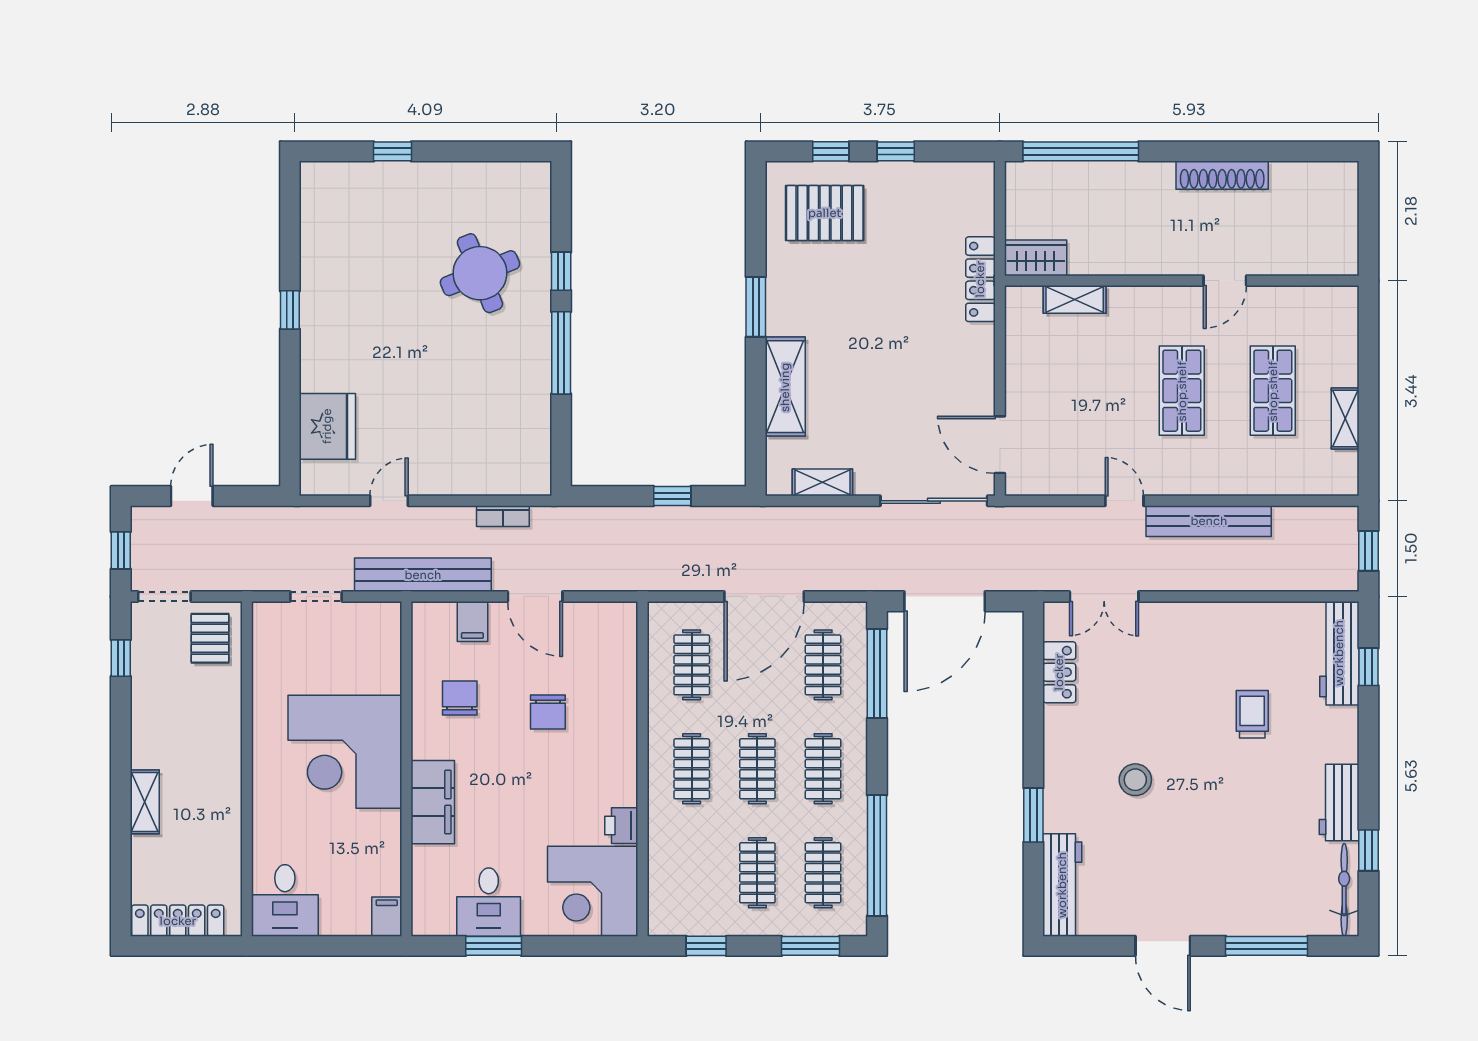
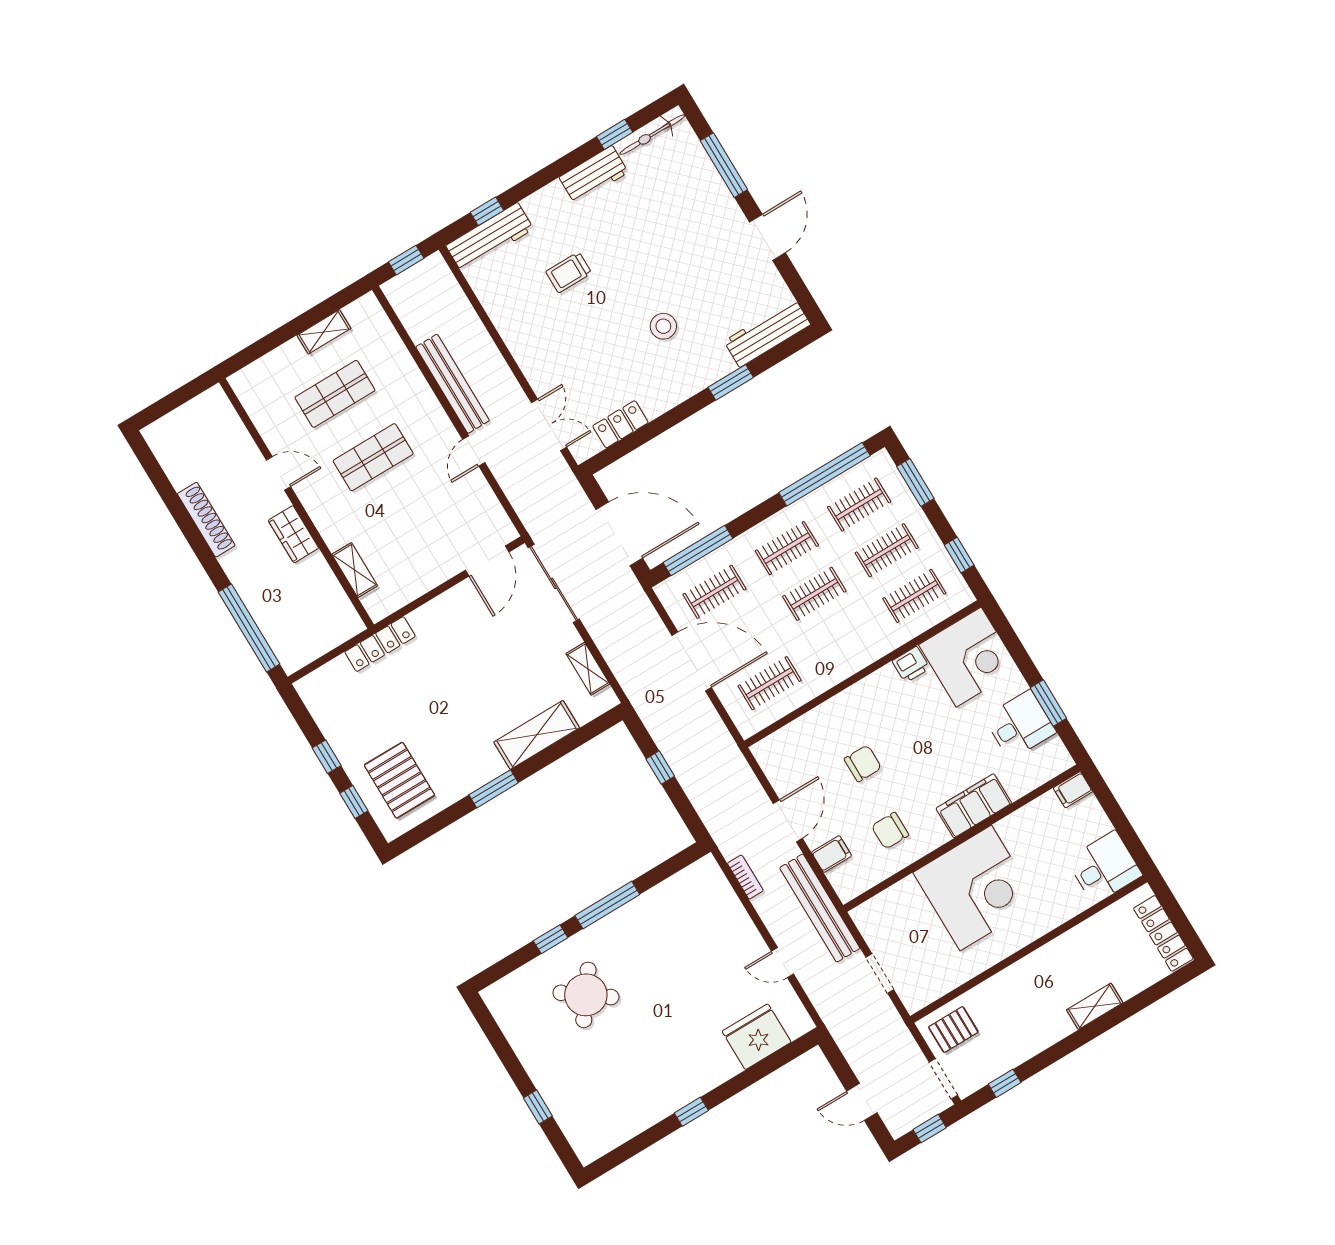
wardrobe: (1036, 258) -> (293, 534), moved
round table: (480, 273) -> (586, 995), turned -32
clothes rail: (692, 769) -> (914, 596), moved

